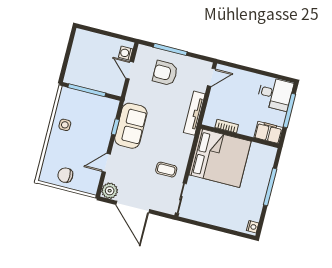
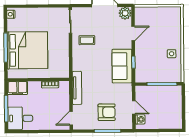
bed: (220, 158) -> (27, 50), moved, turned 180
chair: (65, 175) -> (161, 16), removed

